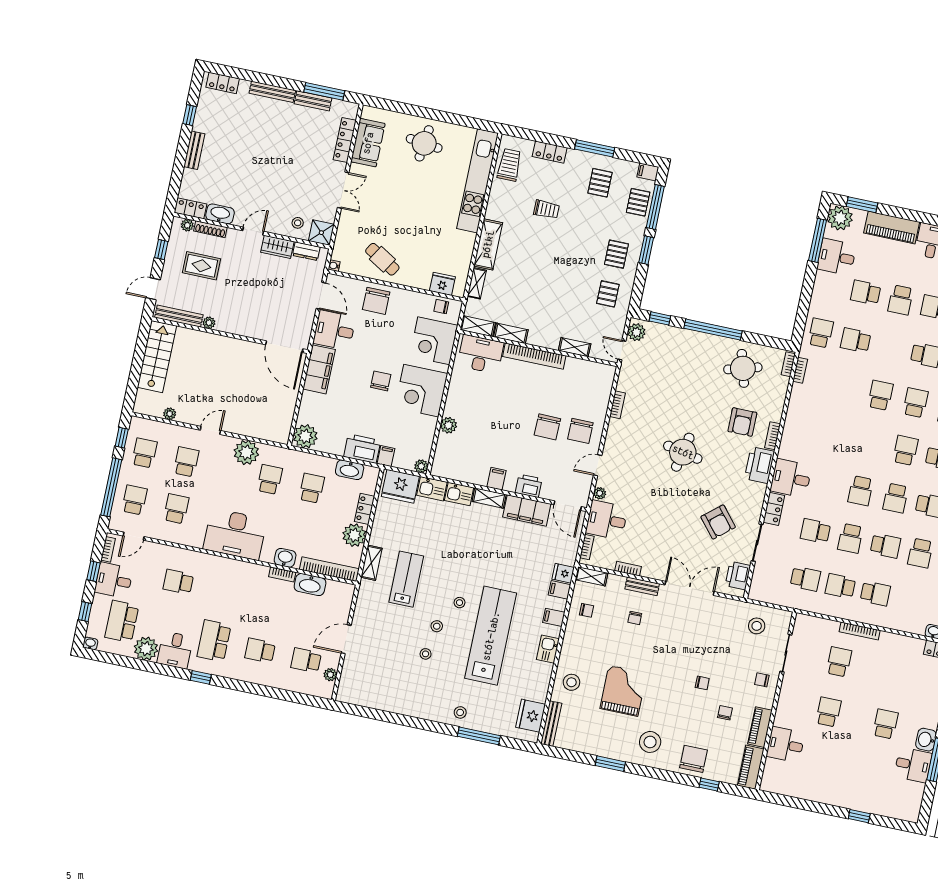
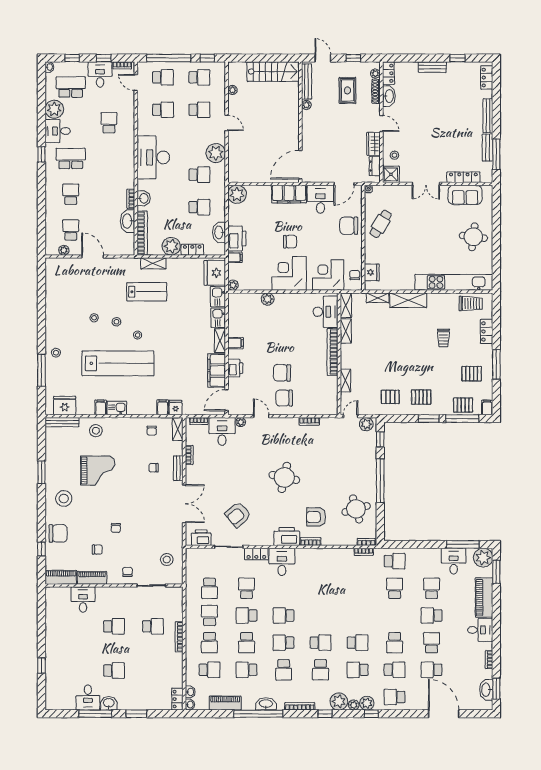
school desk: (881, 395) -> (210, 670), moved
filing cabinet: (554, 617) -> (101, 407), moved

